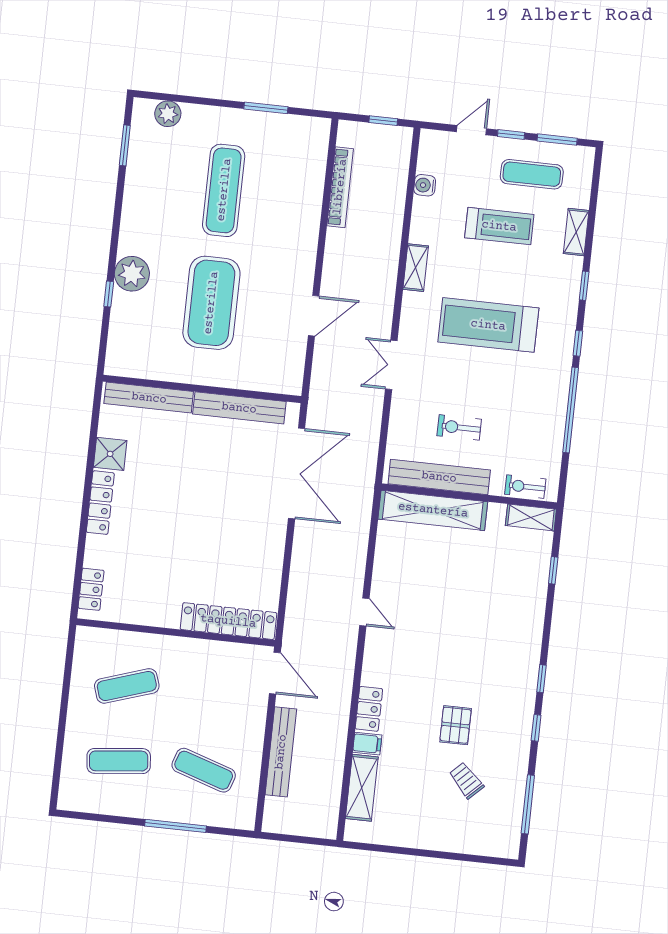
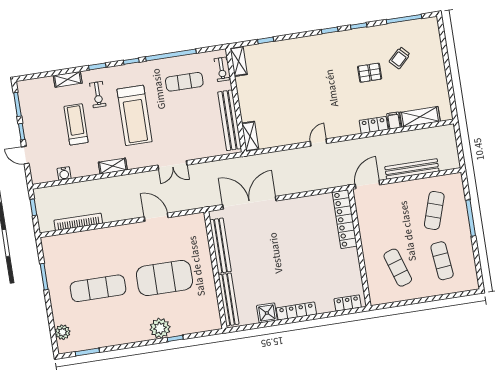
exercise mat: (532, 174) -> (184, 82), moved, turned 90
exercise bike: (459, 427) -> (98, 95), moved
shelving: (433, 510) -> (250, 136), width x0.45, depth x0.75

